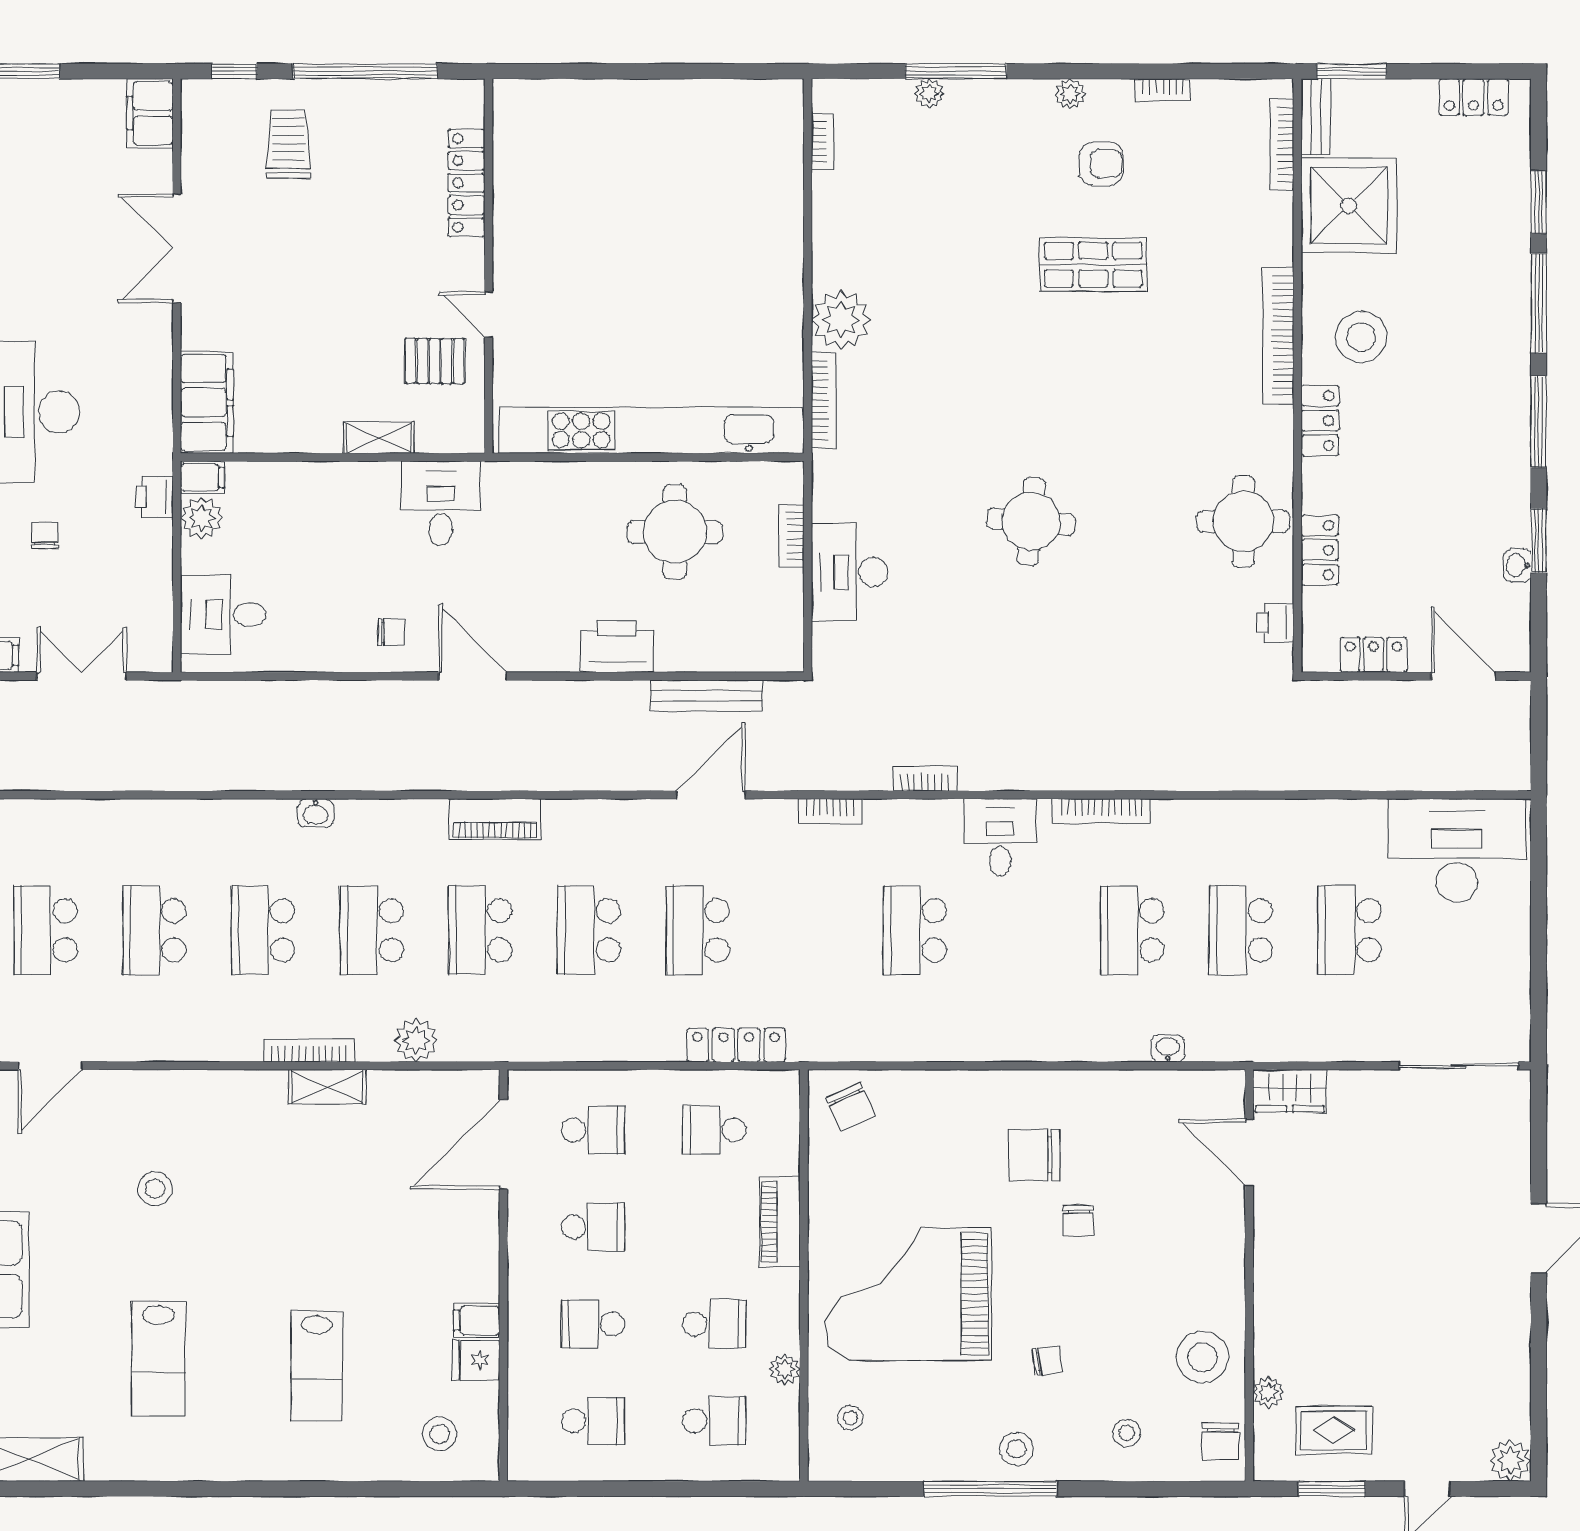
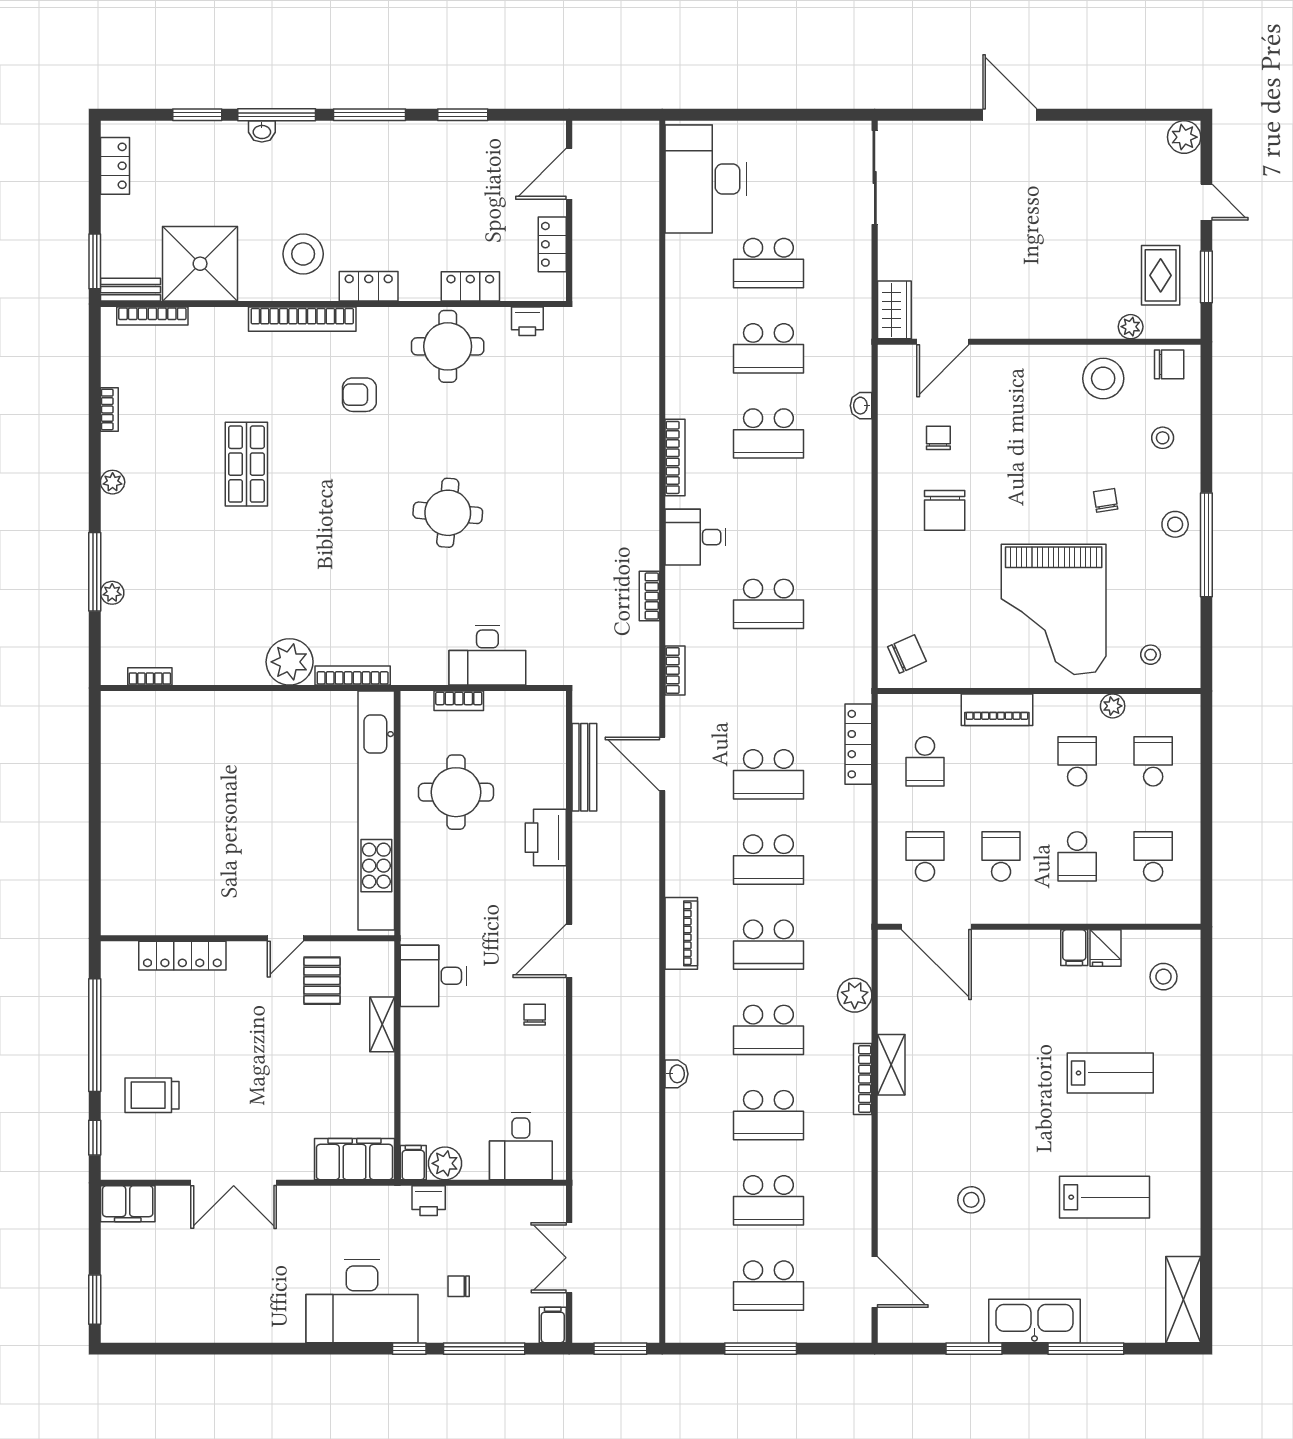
armchair: (1101, 164) -> (359, 395), moved, turned -90
washbasin: (1517, 565) -> (262, 131), moved
chair: (1078, 1221) -> (938, 438), moved, turned -90

